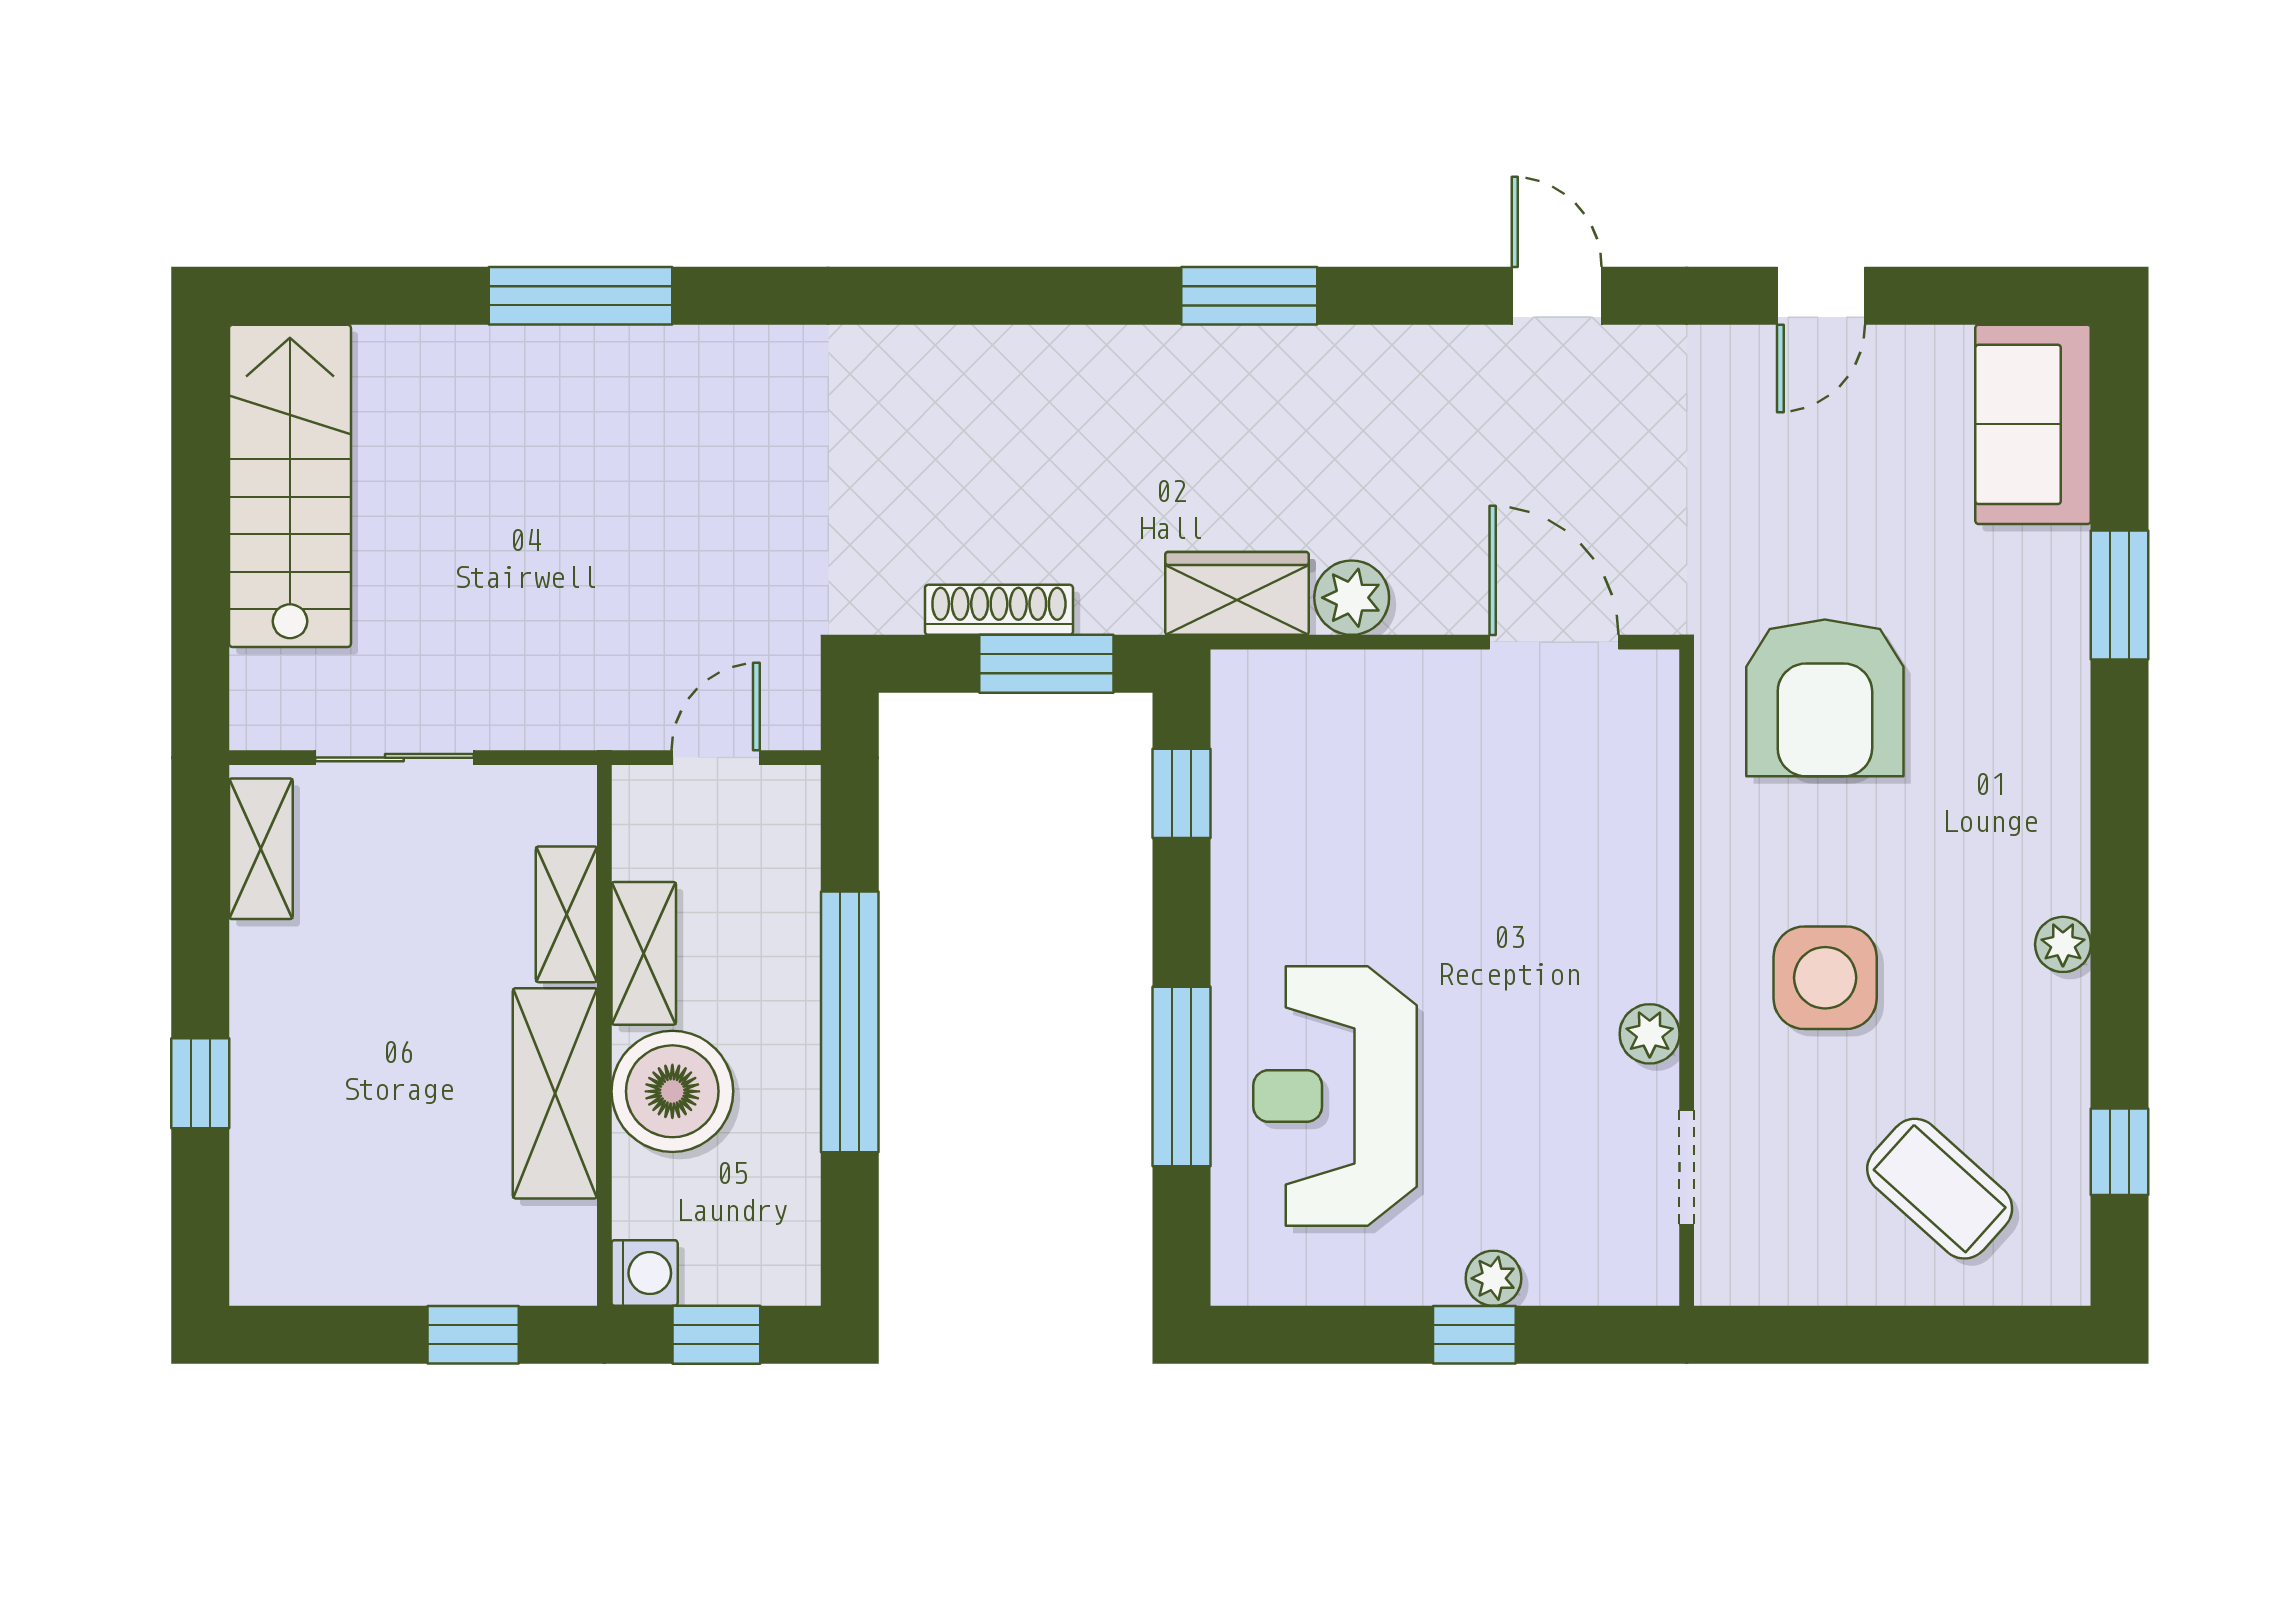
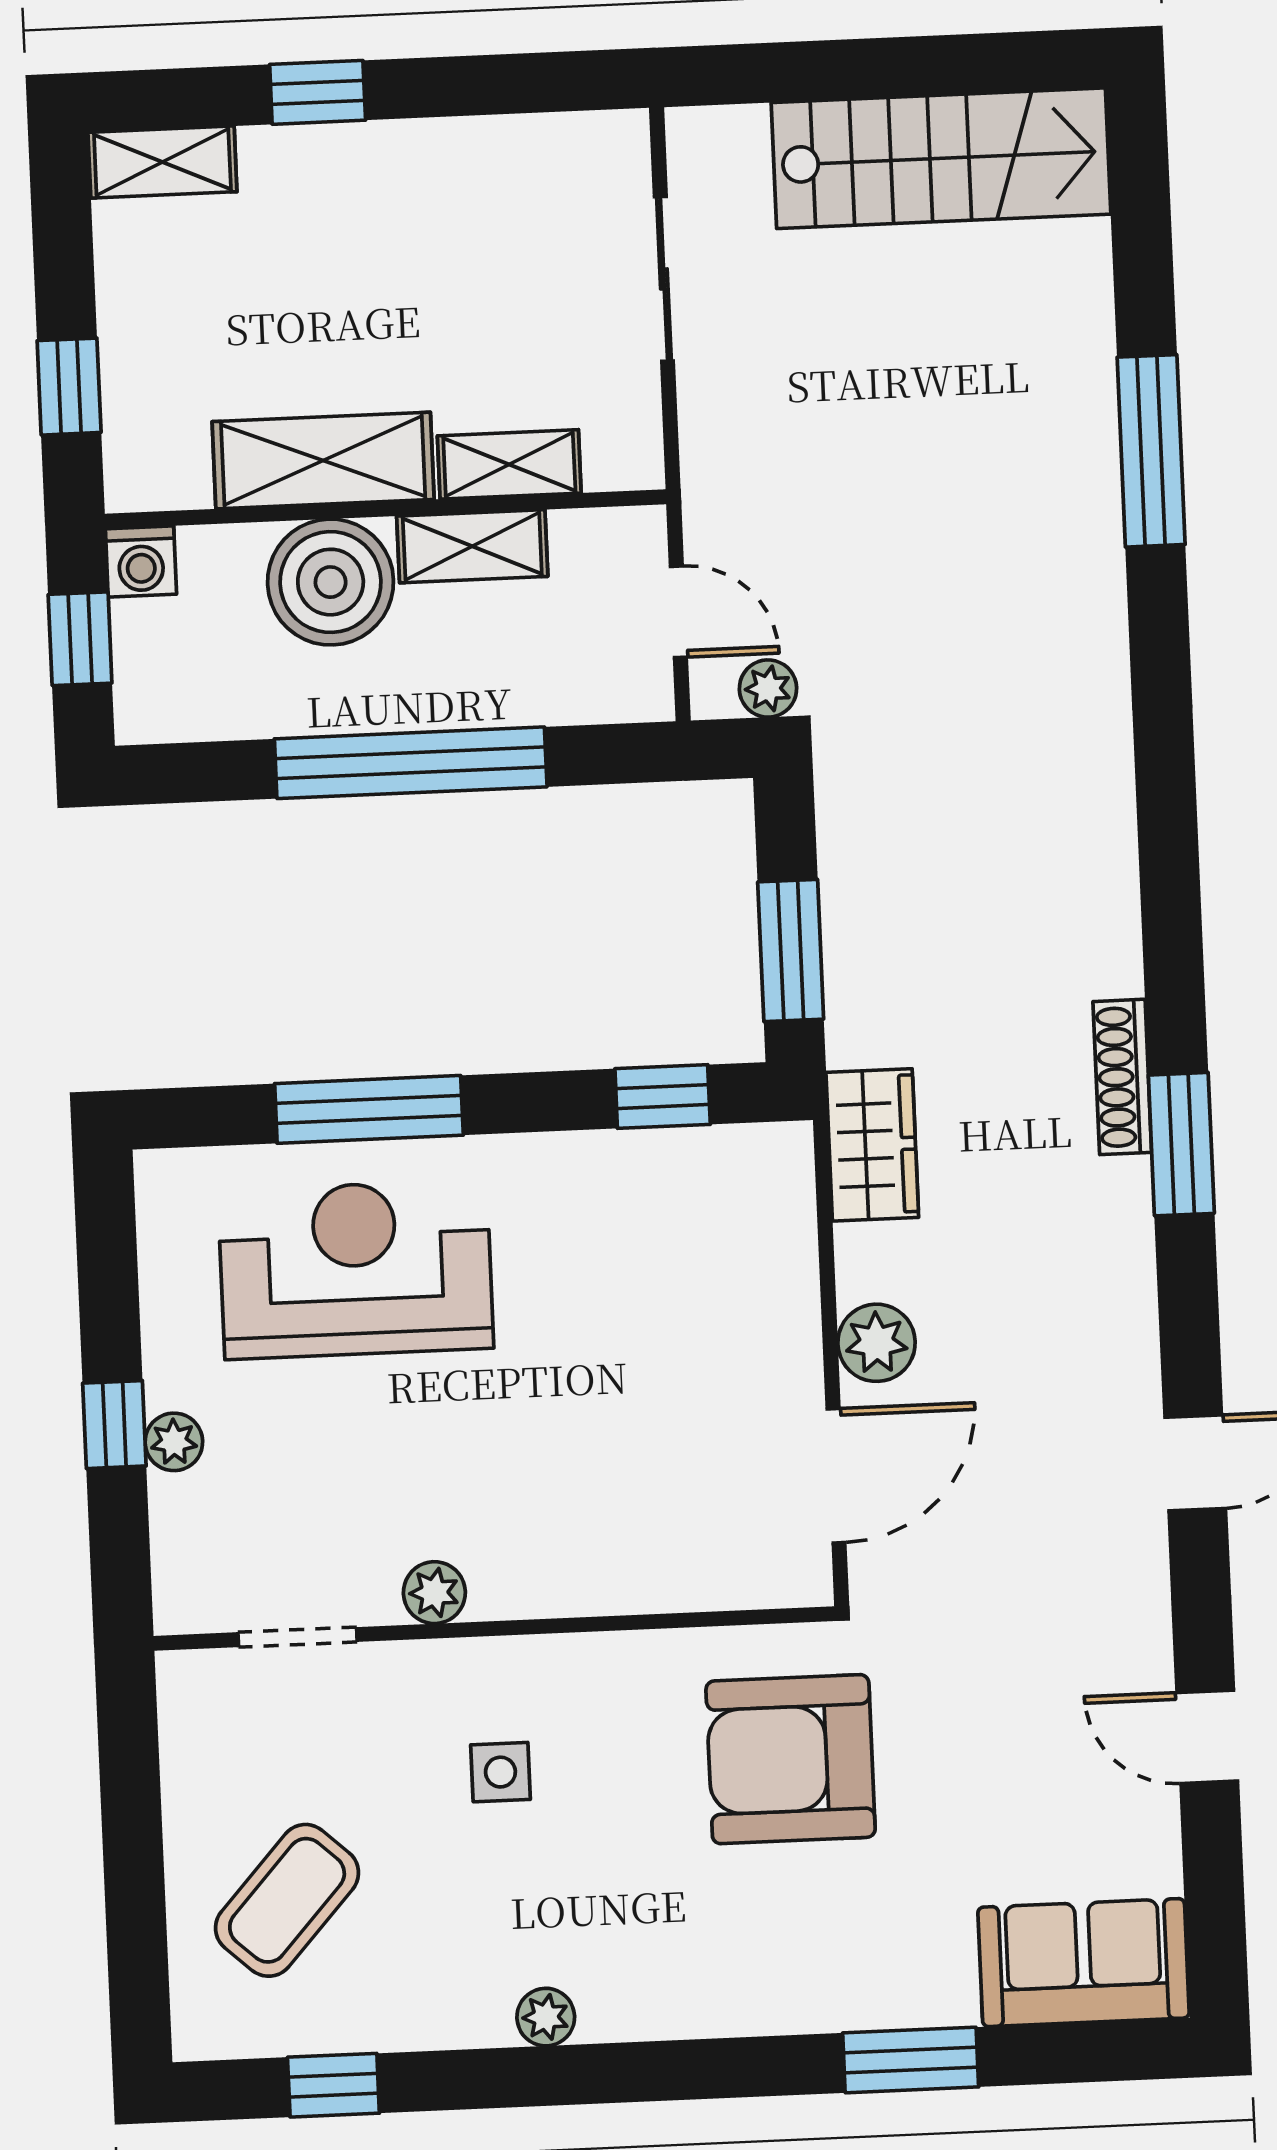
plant: (1352, 598) -> (877, 1343), moved
shoe rack: (999, 610) -> (1122, 1077), moved, turned 180
plant: (793, 675) -> (768, 689), added
shelving: (261, 849) -> (162, 162), moved
side table: (1825, 978) -> (500, 1772), width x0.54, depth x0.54

